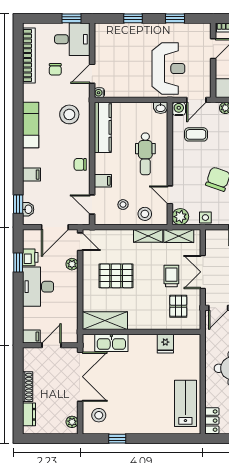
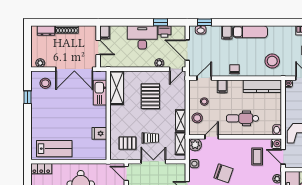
exam couch: (31, 125) -> (250, 32), moved

